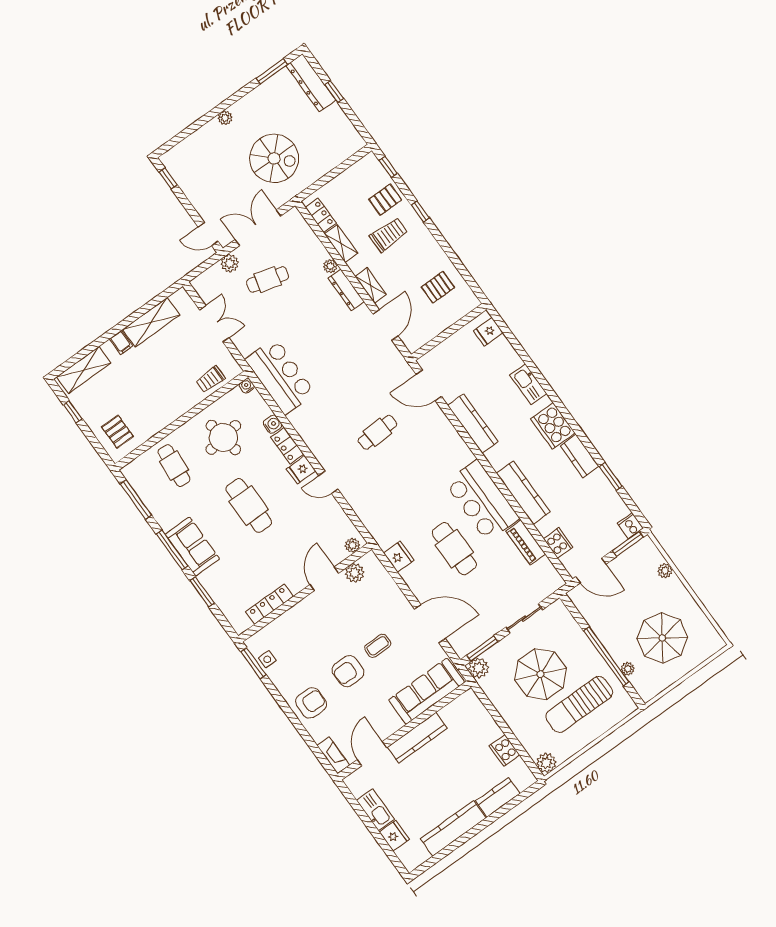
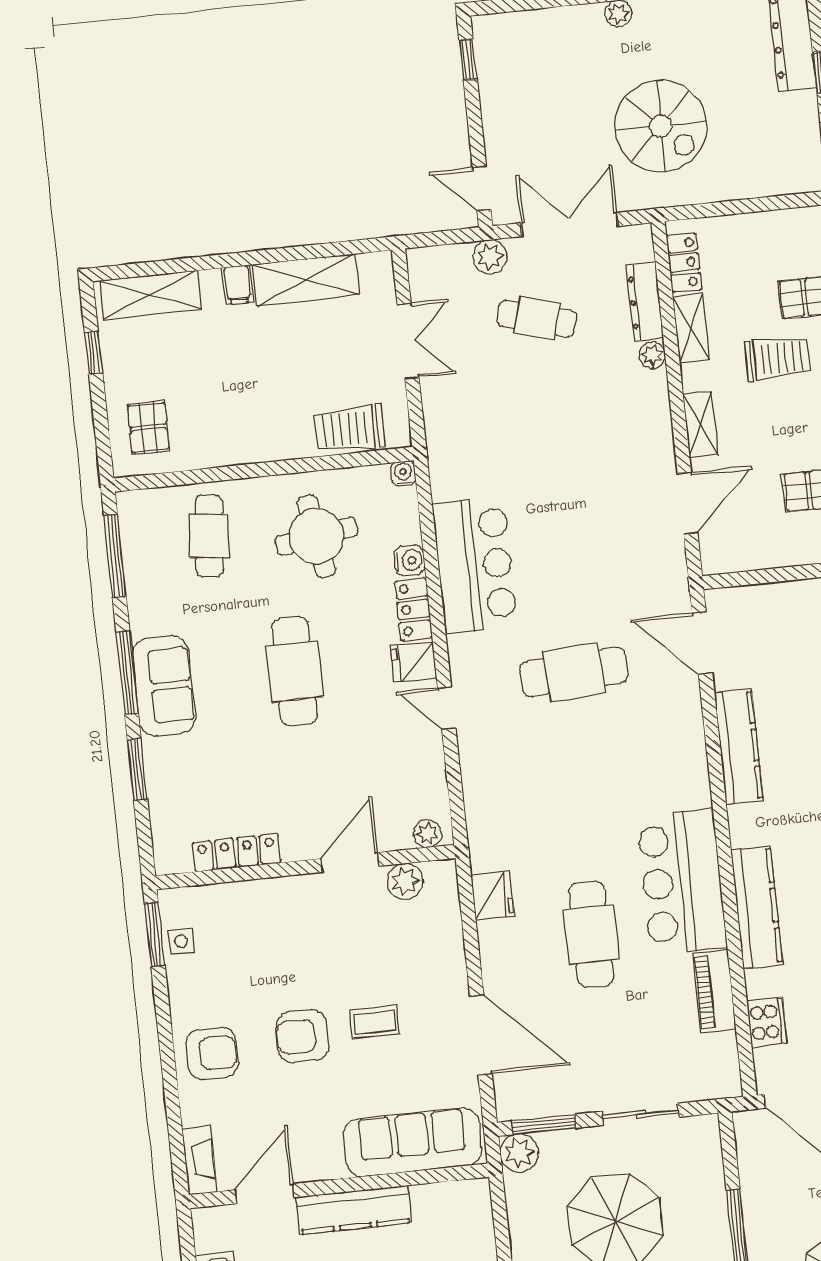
dresser: (346, 290) -> (645, 302), moved
bar counter: (280, 376) -> (475, 565), moved
trolley: (210, 379) -> (350, 429), width x1.36, depth x1.39
cafe table: (377, 432) -> (574, 672), width x1.37, depth x1.35

